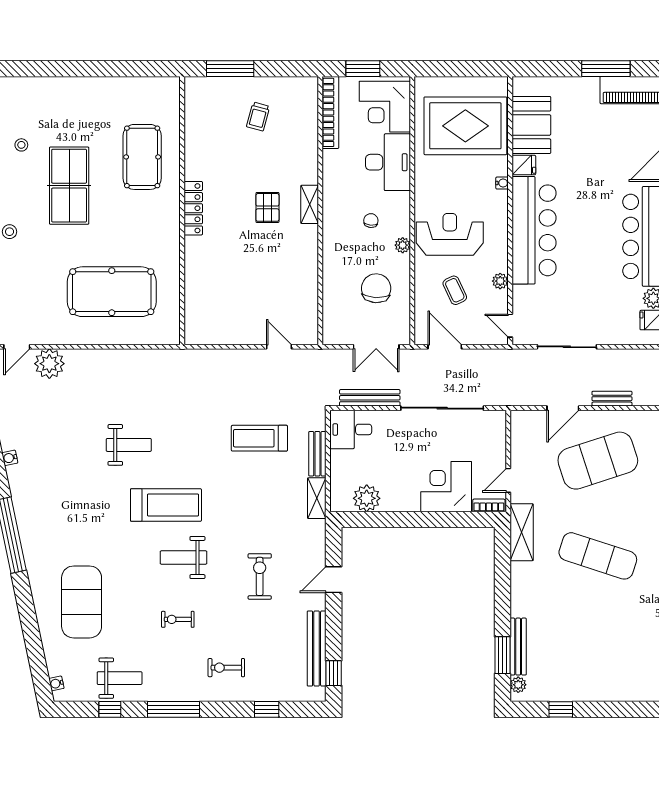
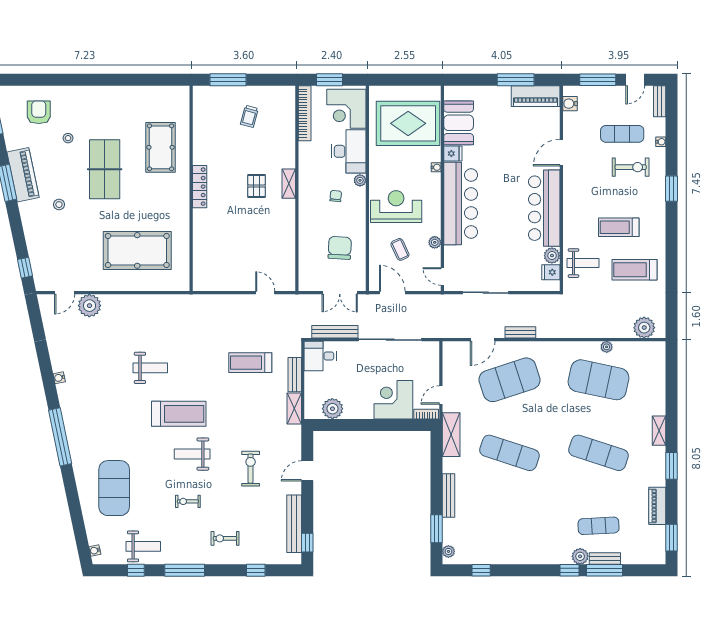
plant: (403, 245) -> (360, 180), moved
bench: (518, 647) -> (448, 495), moved

